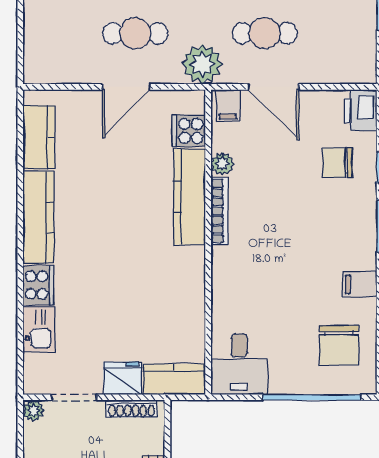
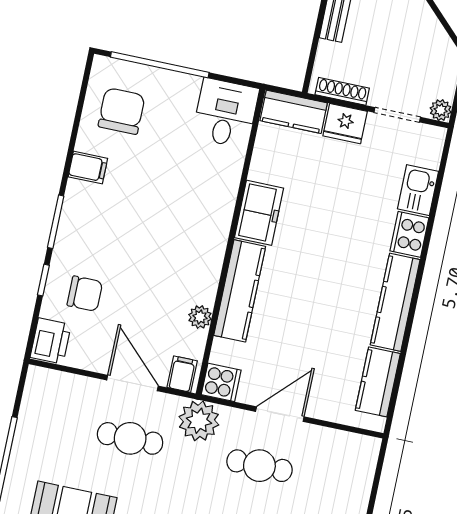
cooker: (189, 131) -> (221, 382), moved
bookcase: (219, 211) -> (213, 270), removed
freezer: (187, 275) -> (259, 213), added

